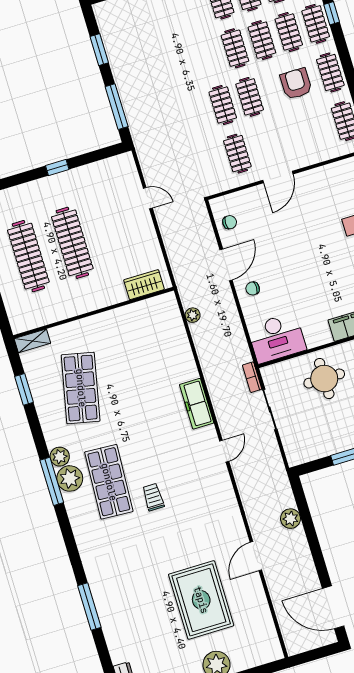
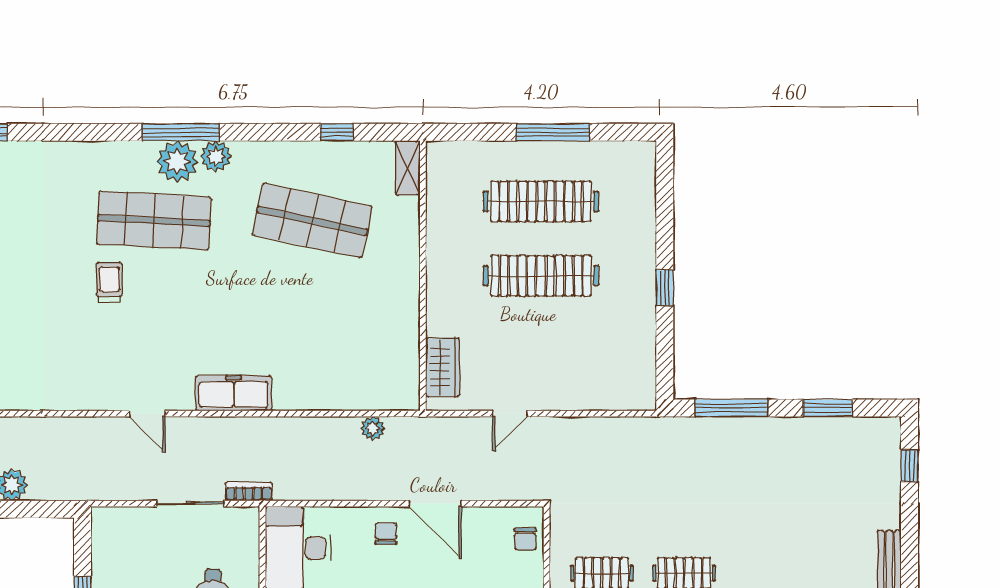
door: (148, 198) -> (510, 414), moved
chair: (230, 222) -> (525, 539), moved
window: (24, 389) -> (337, 132), width x0.67
trolley: (153, 497) -> (109, 282), turned -90

